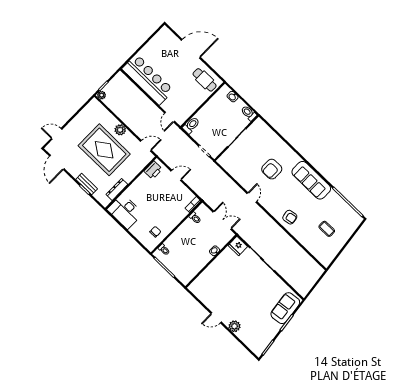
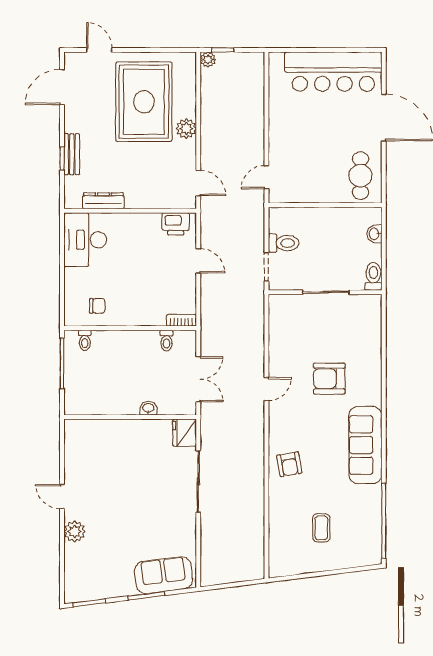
bar counter: (148, 79) -> (333, 72), moved, turned 90
toilet: (191, 125) -> (283, 243), moved
rug: (104, 150) -> (144, 102), moved

